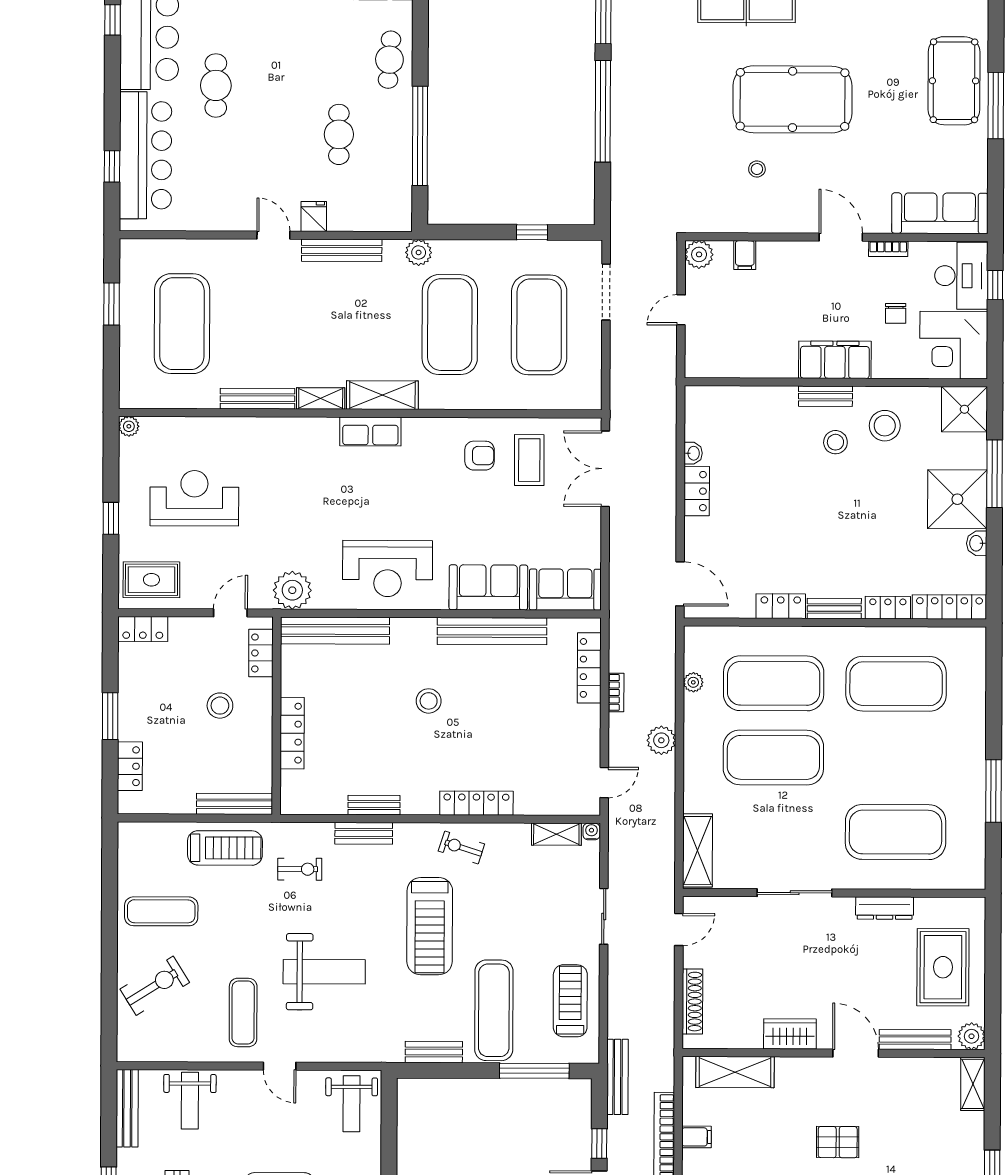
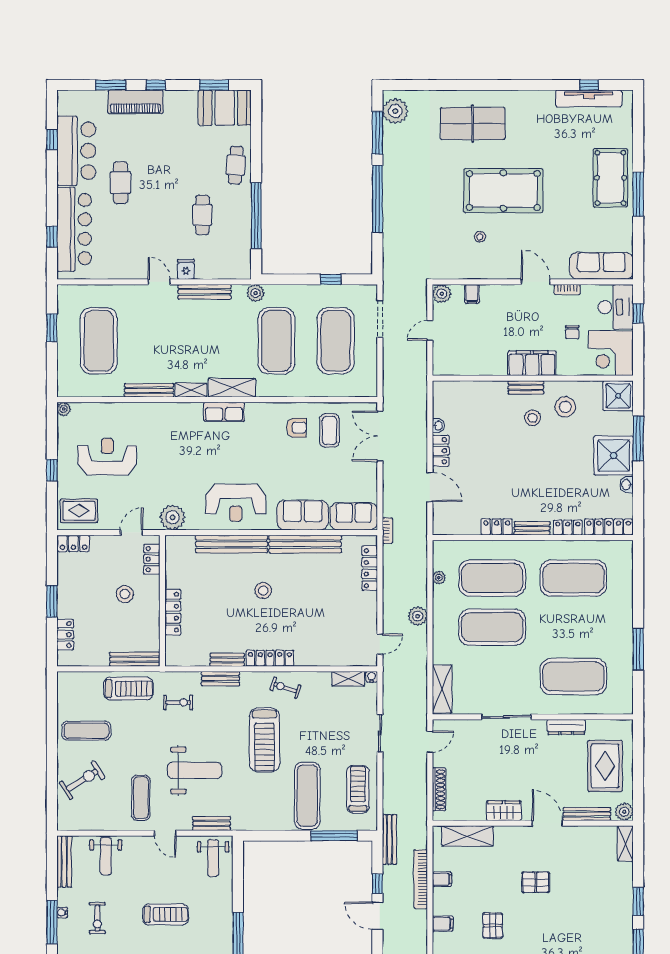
door: (680, 584) -> (430, 487), moved
bench: (335, 631) -> (232, 544), moved
bookcase: (616, 692) -> (388, 531), moved
locker: (476, 803) -> (270, 658), moved
bench: (434, 1052) -> (211, 823), moved

